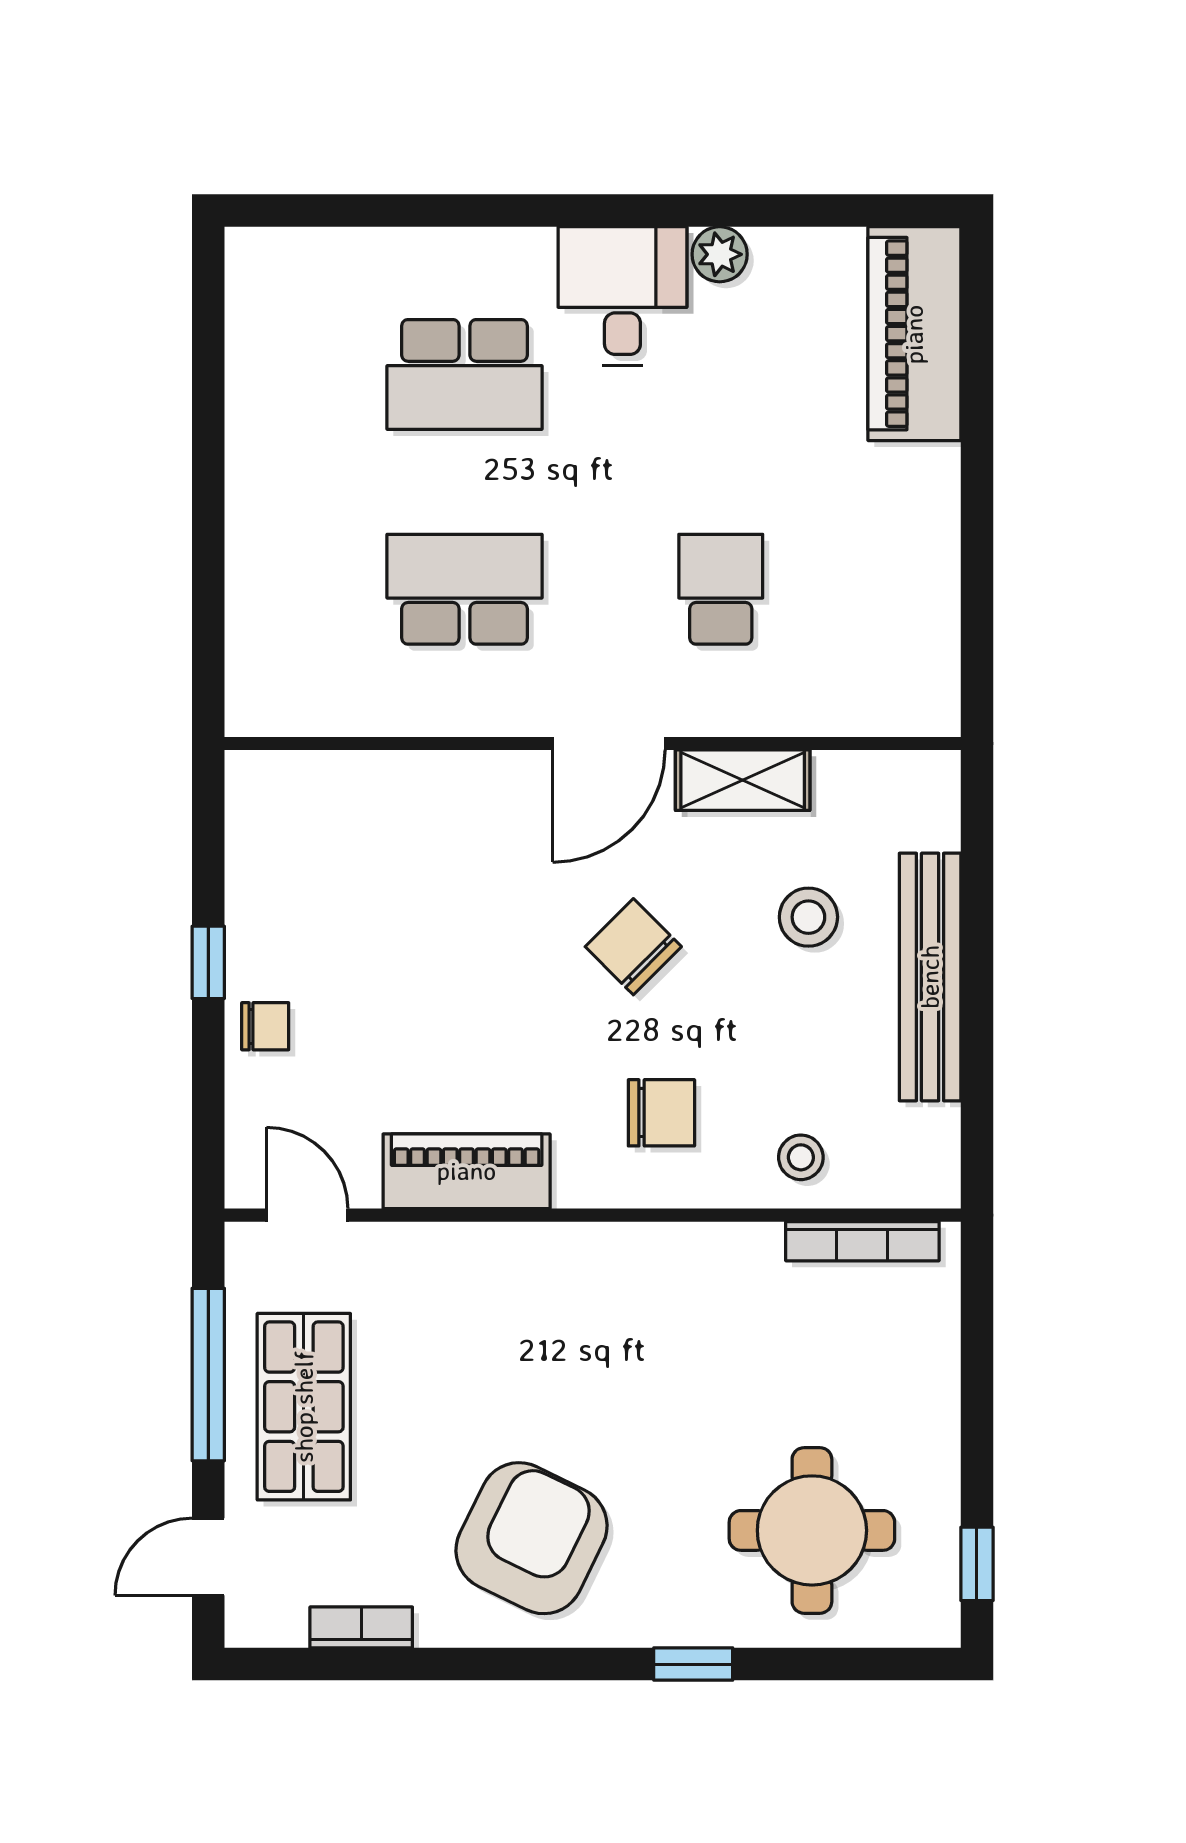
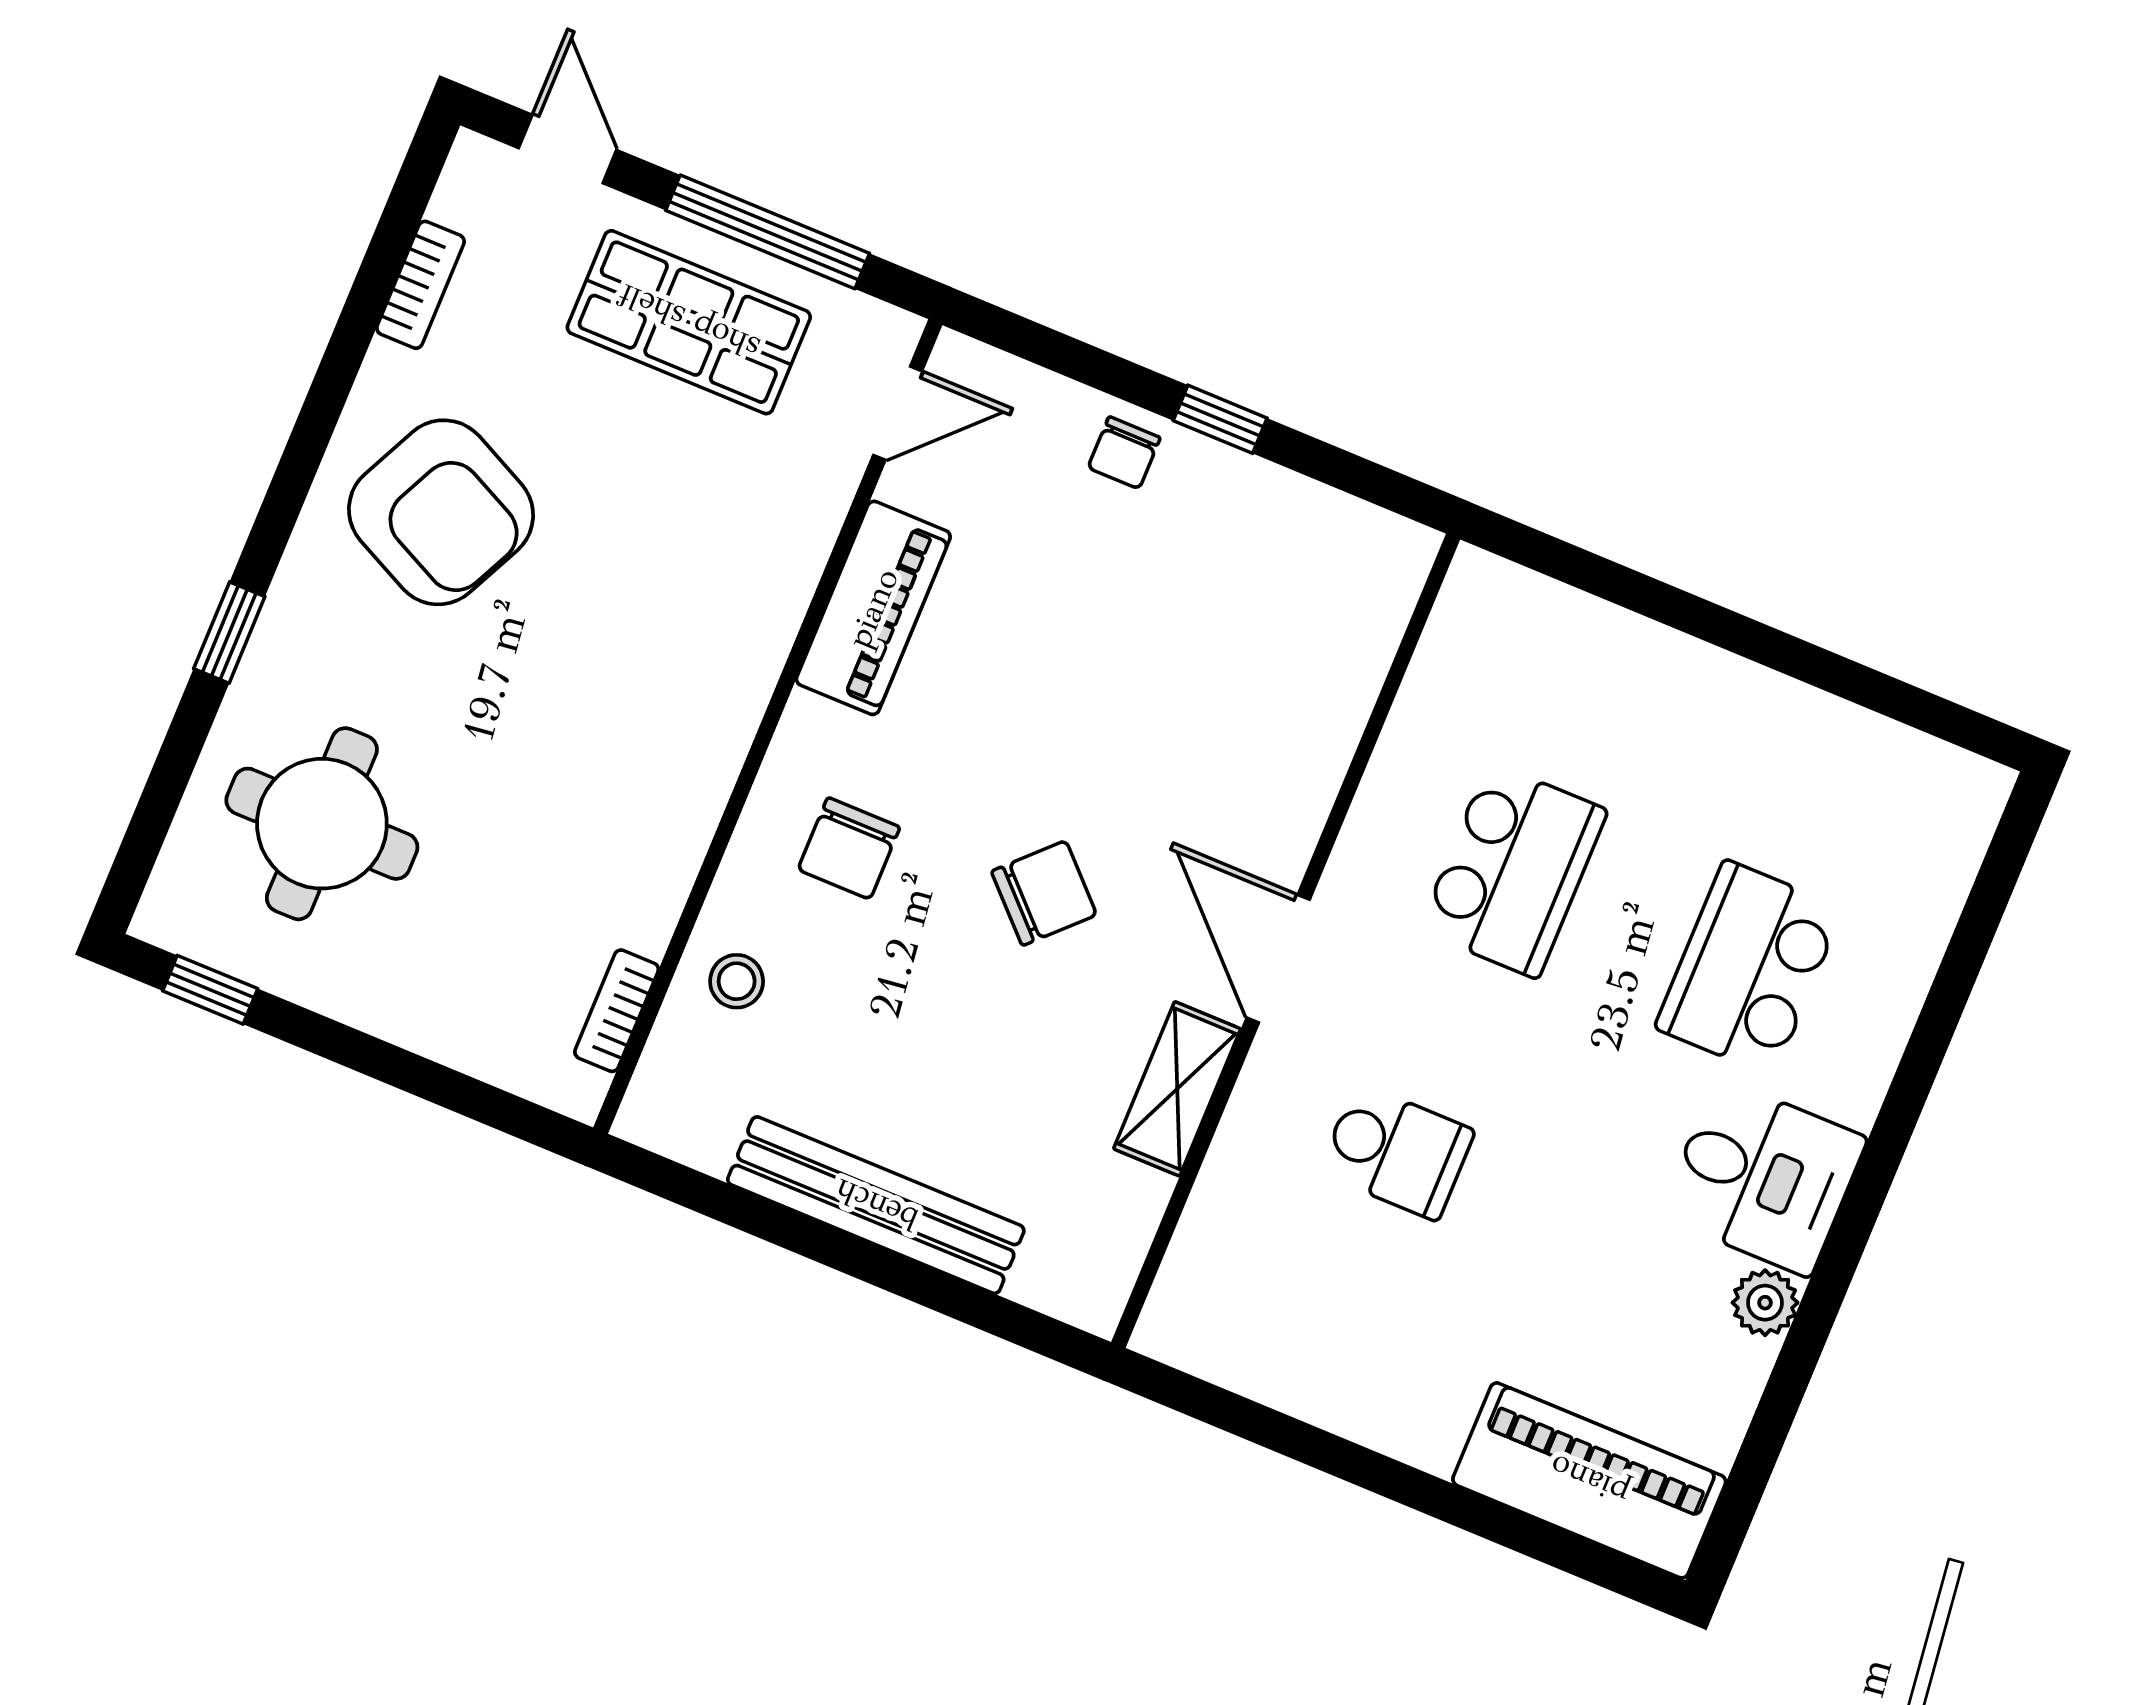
stool: (808, 917) -> (997, 1099), removed
bookcase: (862, 1241) -> (617, 1011), width x0.64

